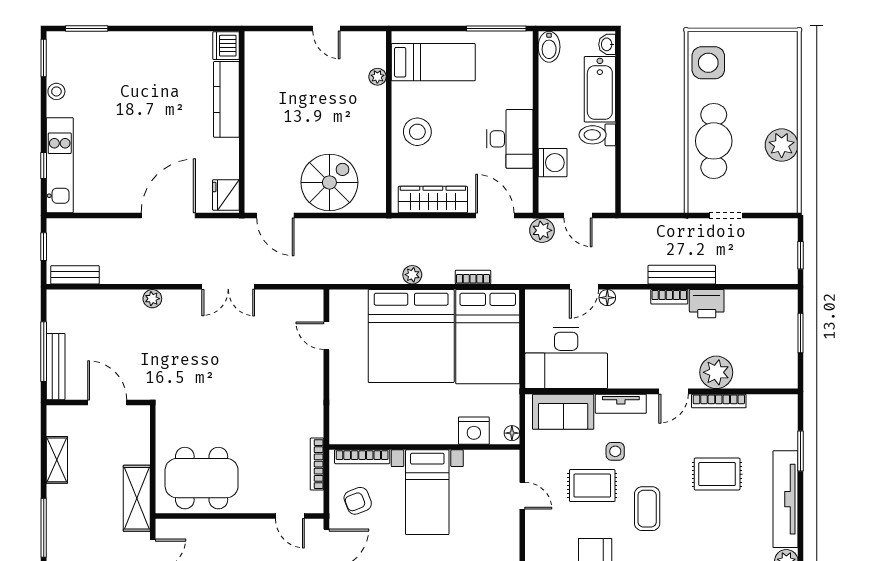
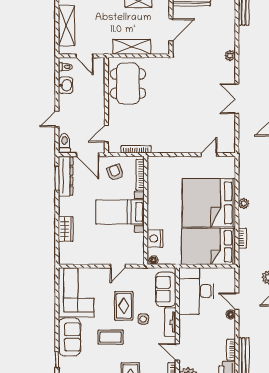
shelving: (137, 498) -> (132, 47), moved

